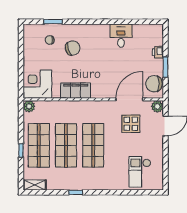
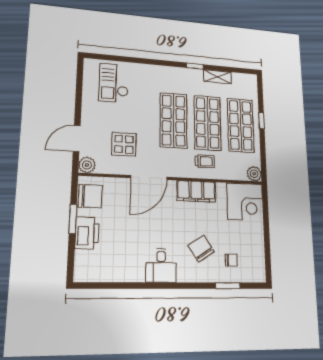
desk: (121, 36) -> (161, 265), moved
chair: (73, 48) -> (201, 249), turned 75
printer: (158, 52) -> (87, 233), width x1.87, depth x1.48
door: (129, 99) -> (149, 178), moved
trolley: (69, 114) -> (205, 161), added
checkout: (140, 172) -> (114, 83), turned 180
shelving: (35, 185) -> (217, 77), moved

